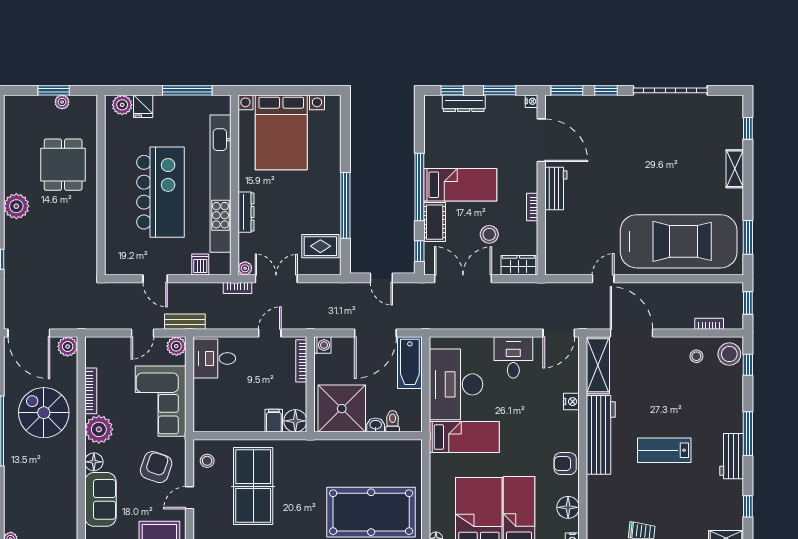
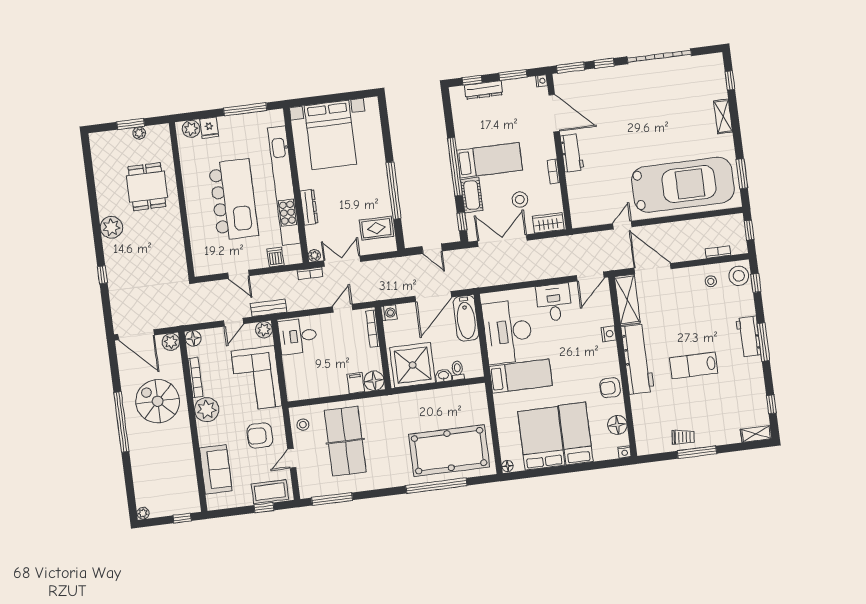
workbench: (732, 456) -> (749, 337), moved
floor lamp: (94, 462) -> (193, 338), moved
armchair: (156, 467) -> (260, 436), turned -109

